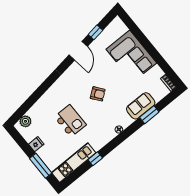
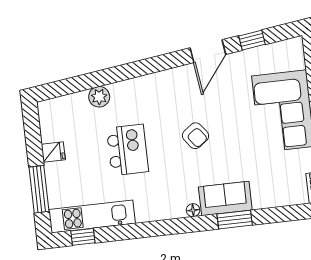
sofa: (141, 106) -> (225, 198), moved
window: (149, 115) -> (235, 220), moved
plant: (25, 121) -> (99, 97), moved
window: (95, 159) -> (83, 237), moved

